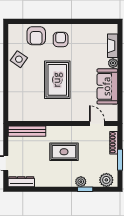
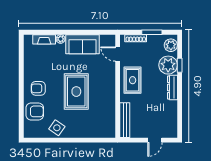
rug: (57, 80) -> (76, 92), turned 90
door: (97, 124) -> (118, 54), hinge flipped
rug: (64, 152) -> (133, 80), moved
dresser: (21, 182) -> (172, 88), moved
plant: (81, 182) -> (168, 65), width x1.88, depth x1.88

